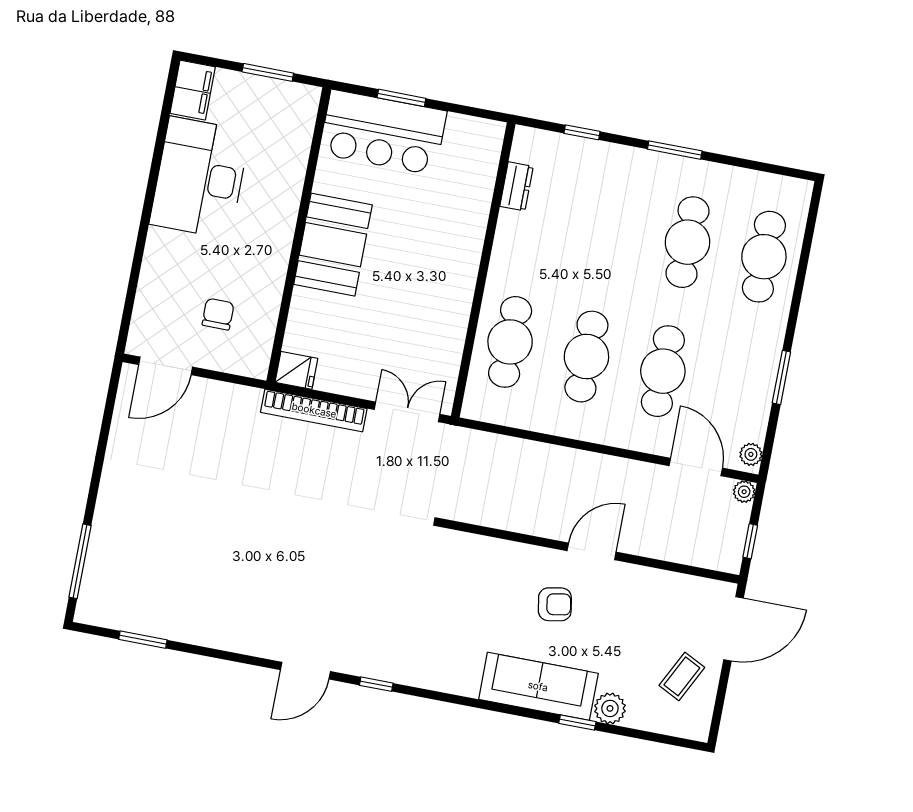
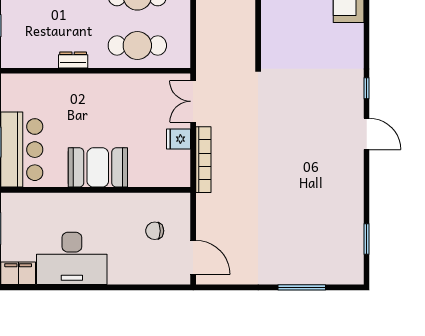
dresser: (517, 186) -> (73, 60), moved
fridge: (296, 370) -> (179, 139), moved, turned -90
window: (80, 561) -> (302, 287), moved

